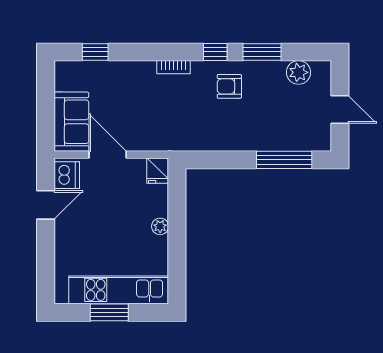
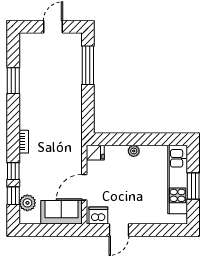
window: (215, 52) -> (13, 171), moved
plant: (299, 72) -> (27, 203), moved
armchair: (229, 86) -> (37, 103), removed
door: (46, 205) -> (119, 230), swing flipped

